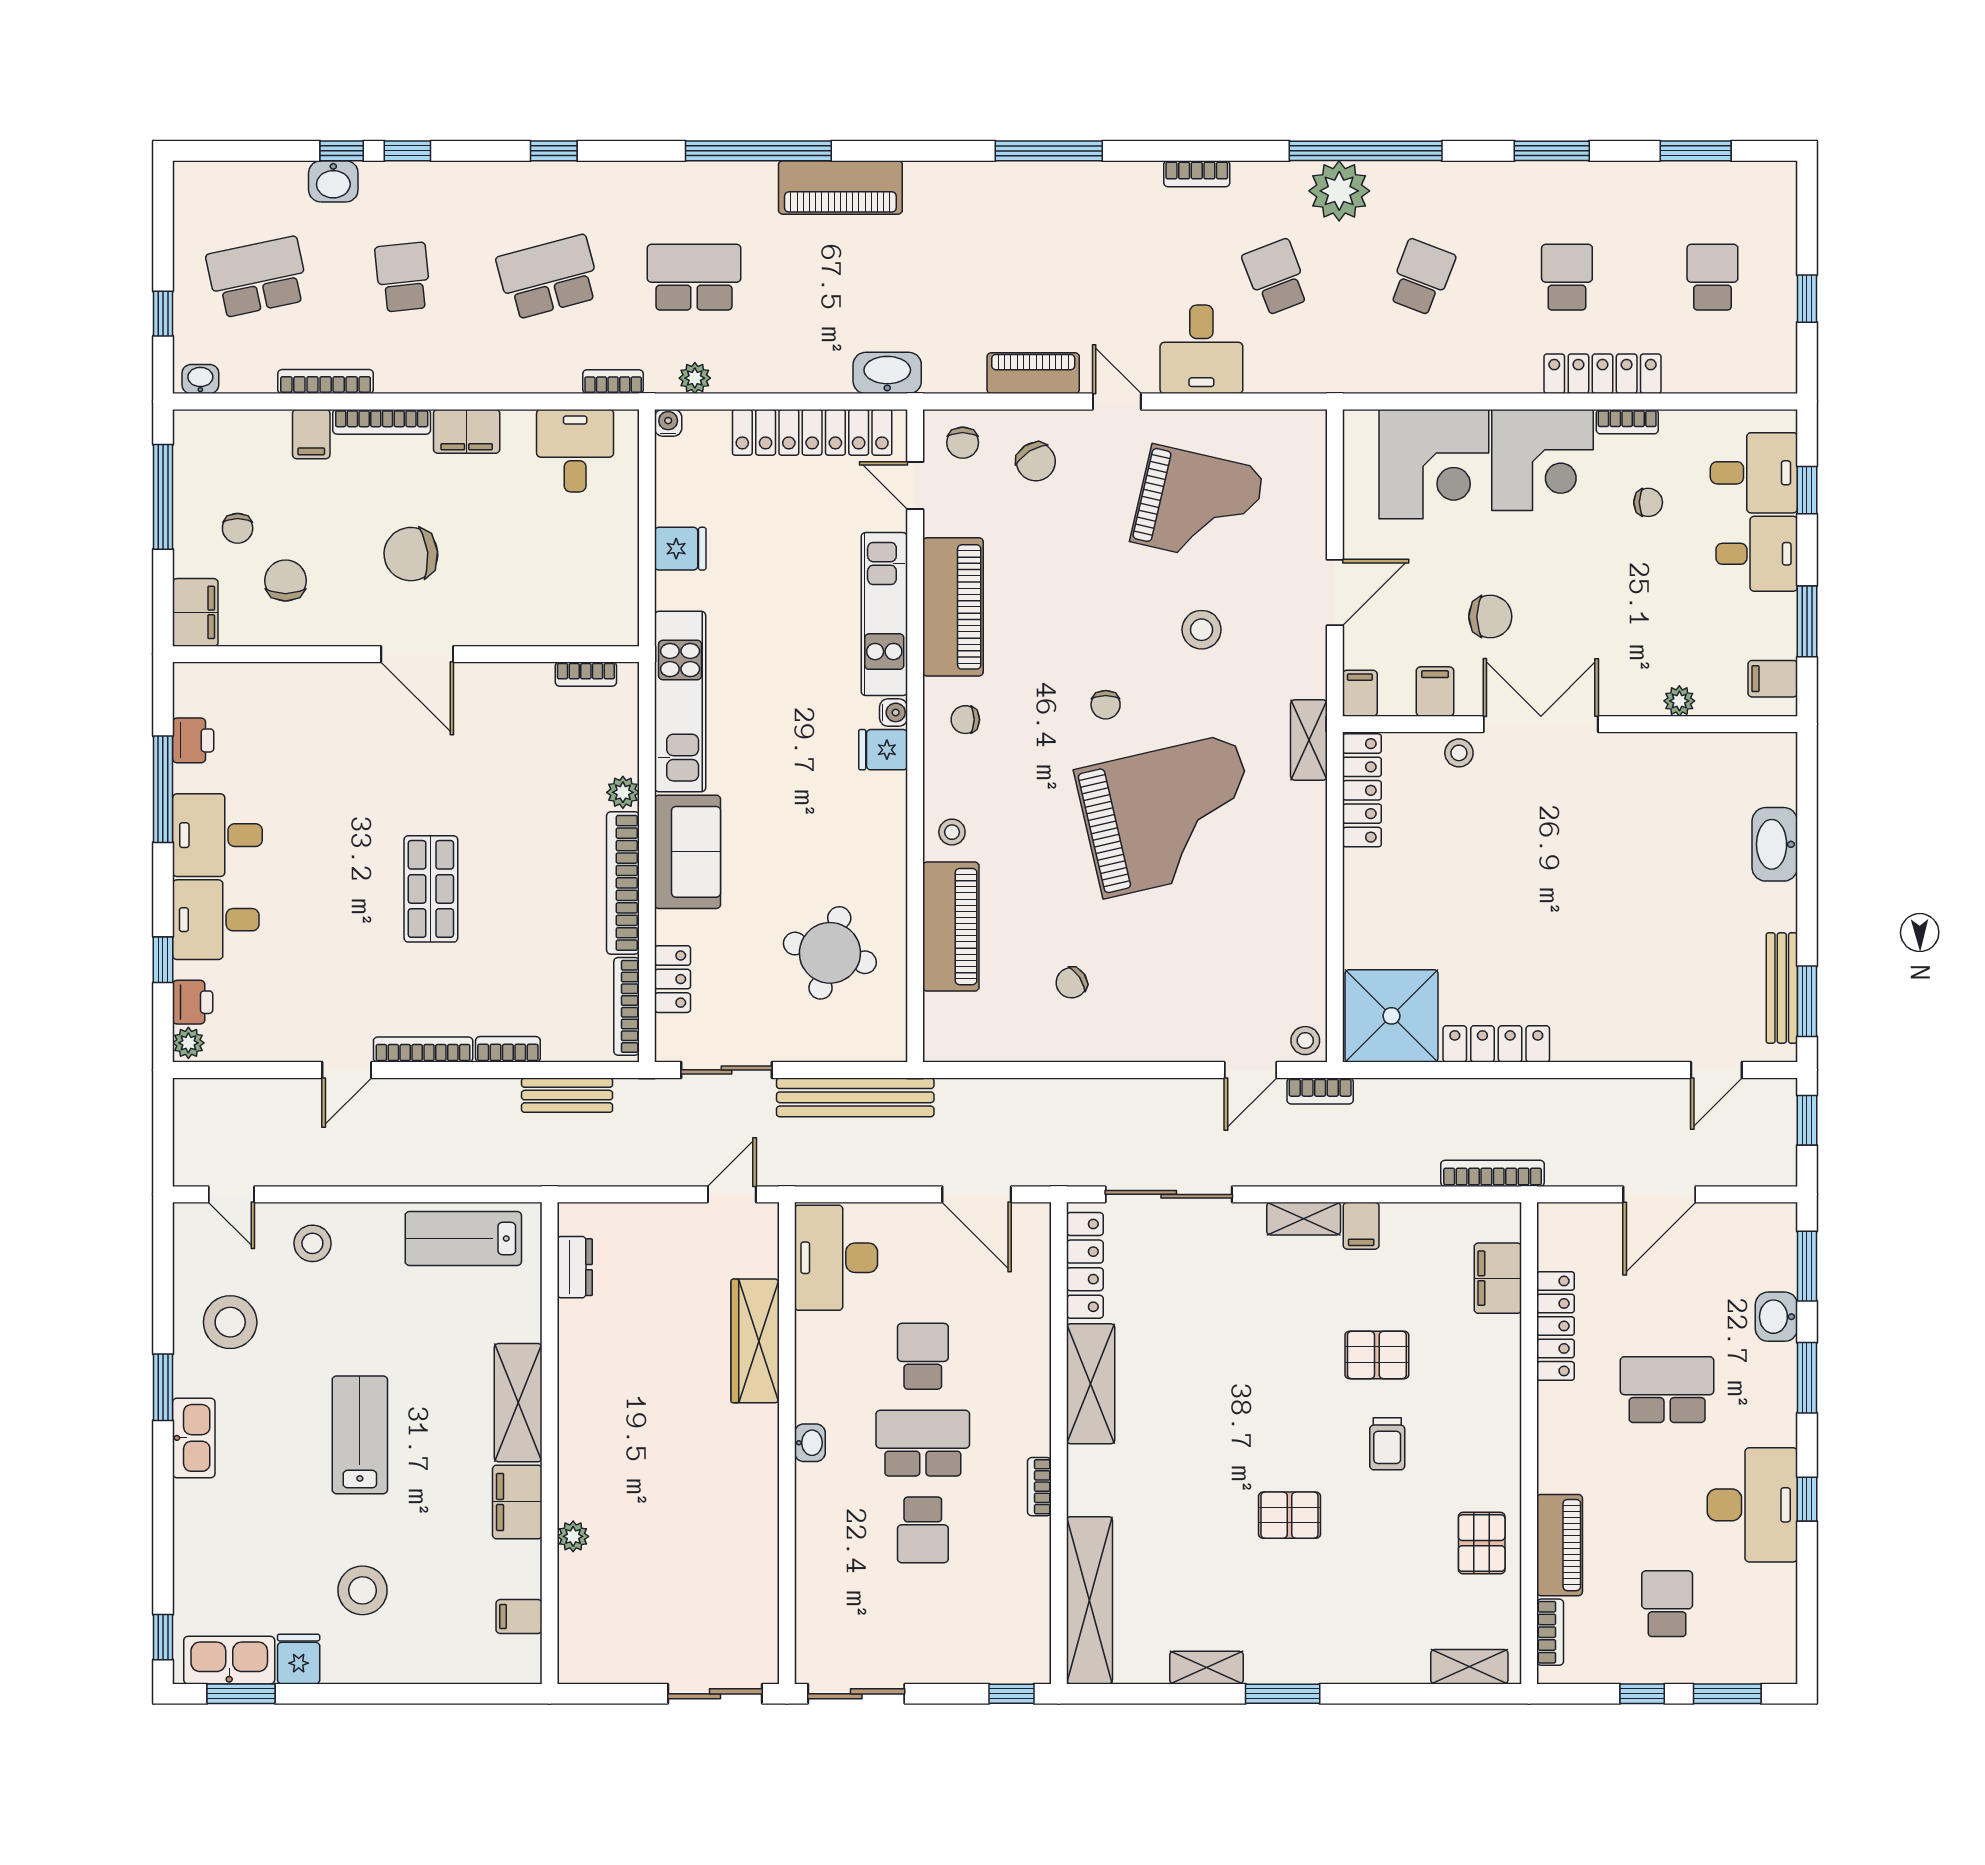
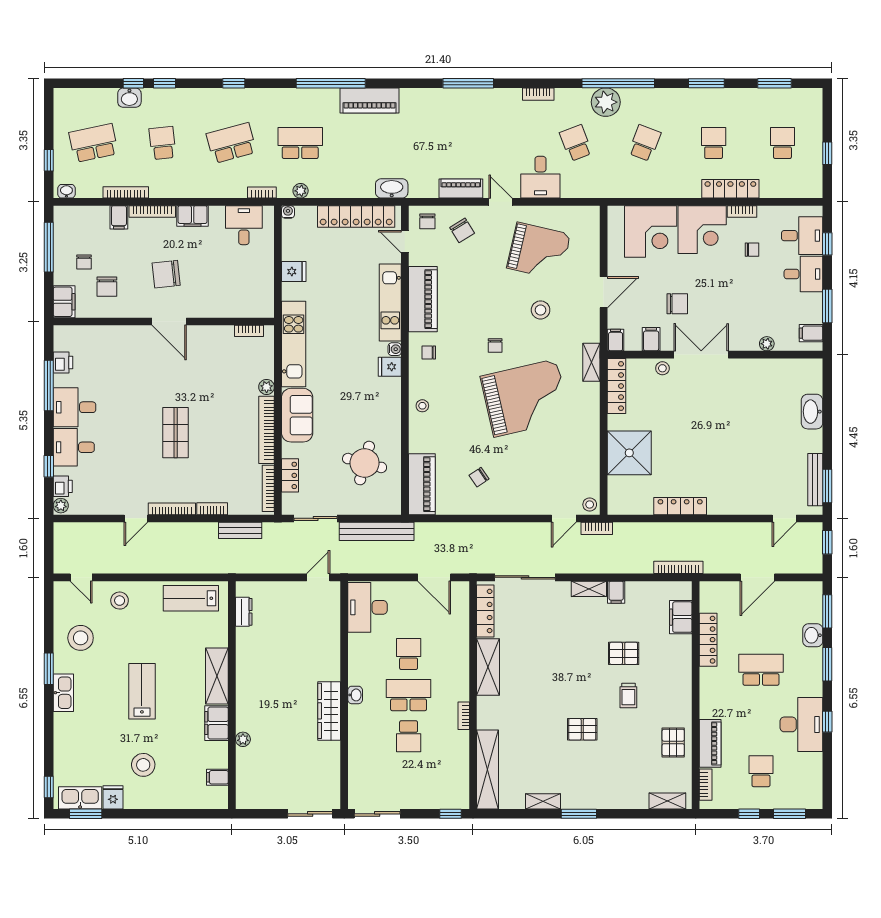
chair: (286, 581) -> (107, 287), turned 180
piano: (951, 927) -> (422, 484), moved
shower: (1391, 1016) -> (629, 453), moved
wardrobe: (755, 1341) -> (329, 711), moved

